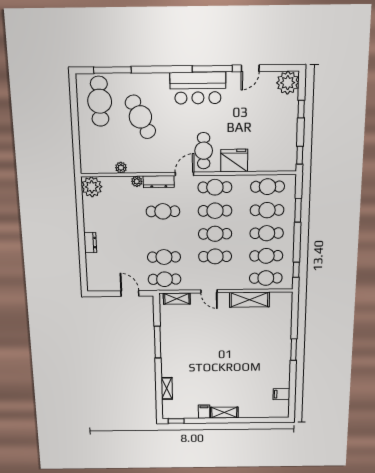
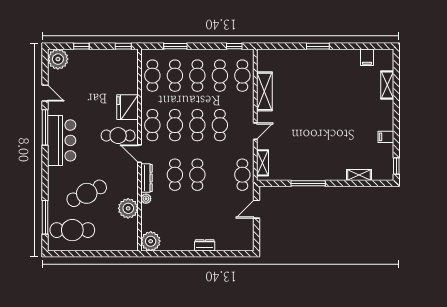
plant: (121, 168) -> (128, 208), width x1.87, depth x1.87
cafe table: (164, 257) -> (197, 175), moved
shelving: (224, 413) -> (387, 85), moved

